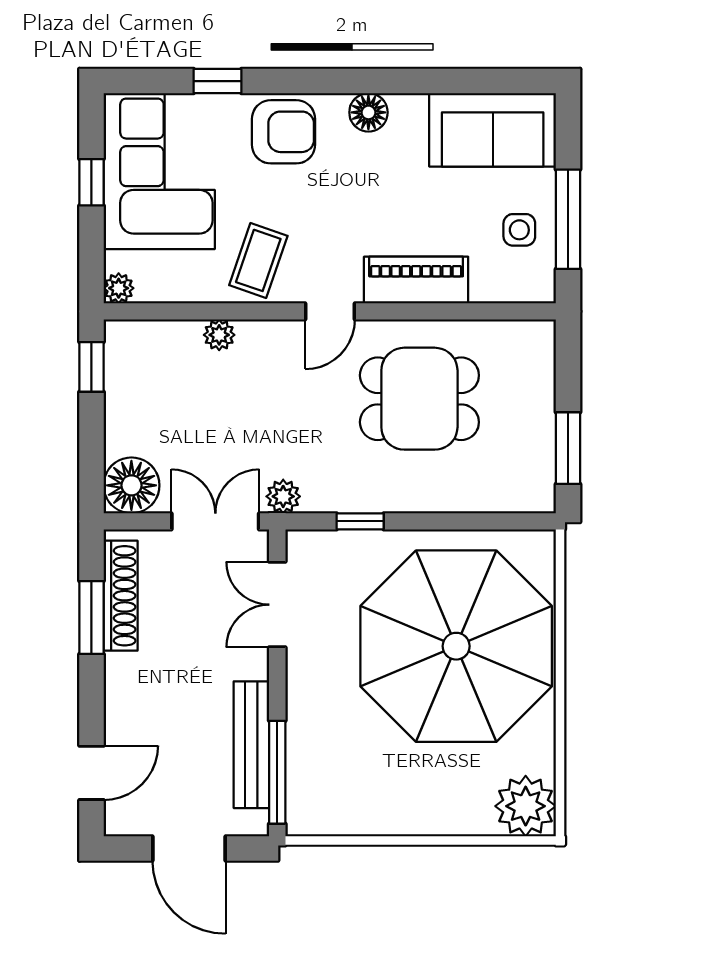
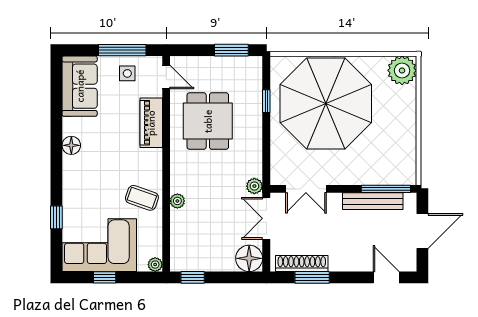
armchair: (284, 132) -> (81, 186), removed
door: (330, 311) -> (166, 77), moved
plant: (219, 335) -> (177, 201), moved
window: (360, 521) -> (266, 101), moved

